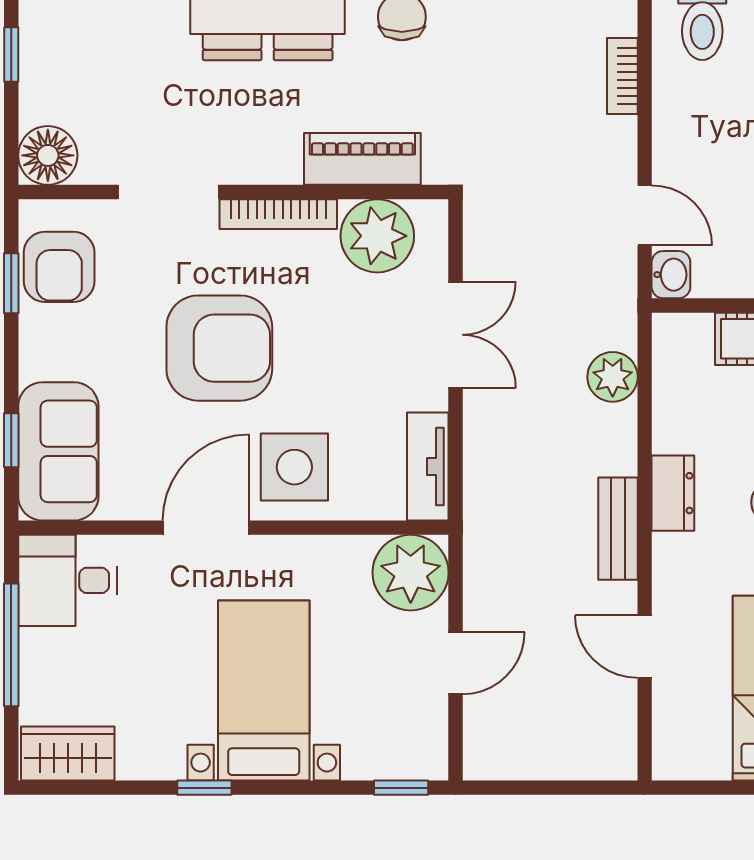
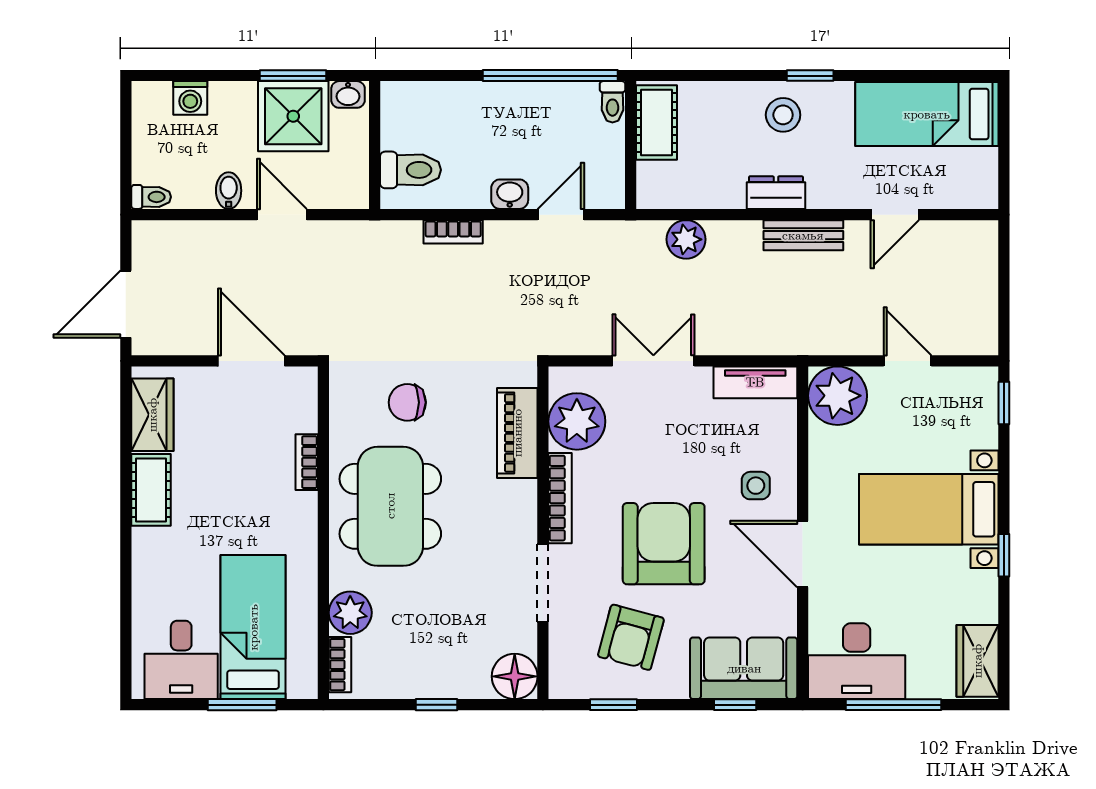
armchair: (59, 267) -> (631, 637), moved, turned 105
washbasin: (671, 275) -> (510, 194), moved
side table: (294, 467) -> (756, 486), width x0.54, depth x0.54
desk: (68, 580) -> (857, 661), width x1.37

